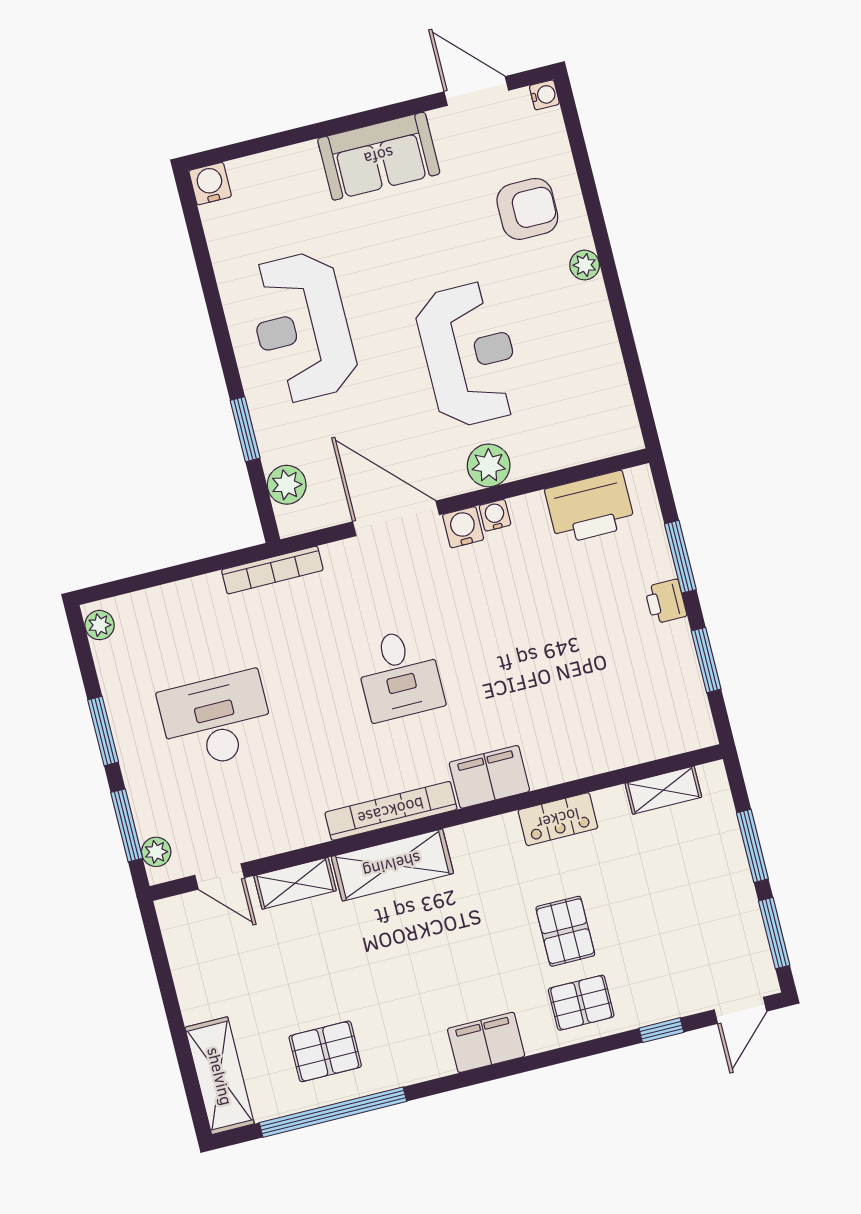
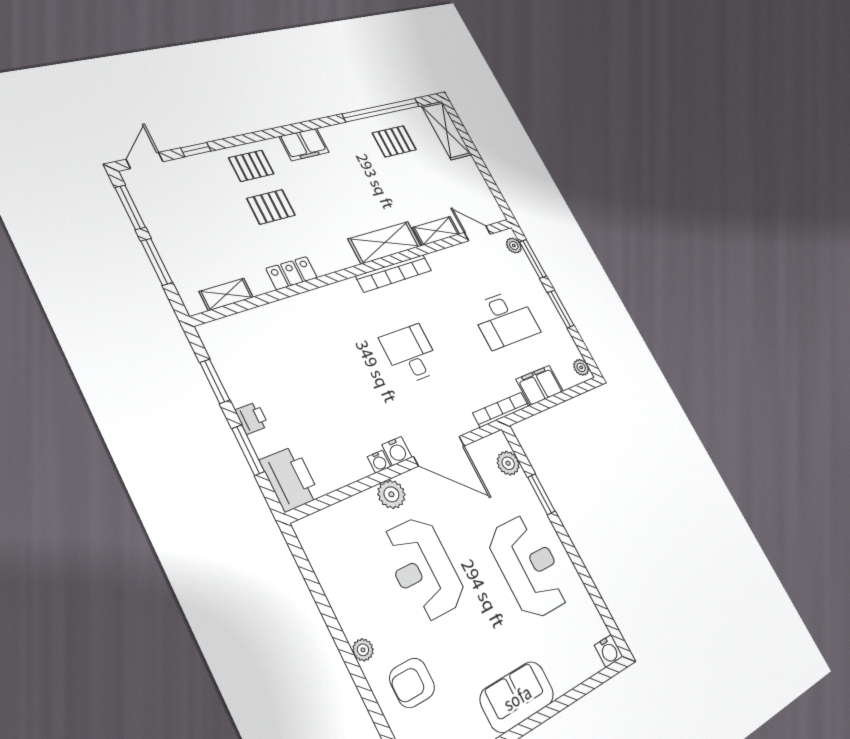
printer: (590, 508) -> (290, 479), moved, turned 90
filing cabinet: (489, 777) -> (540, 385), moved, turned 180
pallet: (565, 931) -> (271, 207), turned 90

